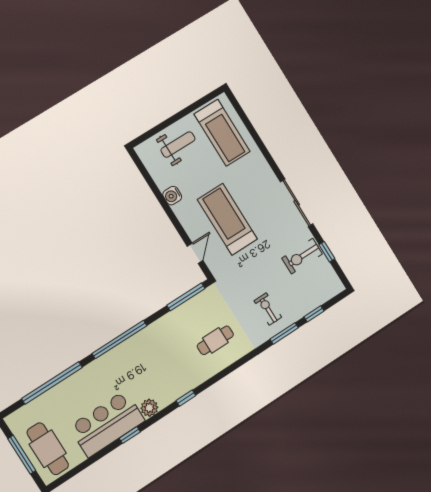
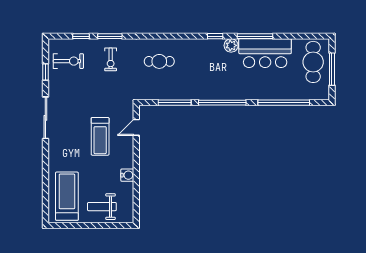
treadmill: (227, 219) -> (100, 136), width x0.73, depth x0.73
exercise bike: (302, 256) -> (68, 61), moved
window: (186, 297) -> (175, 103), moved
window: (186, 398) -> (215, 36), moved
window: (130, 435) -> (255, 36), width x2.17

